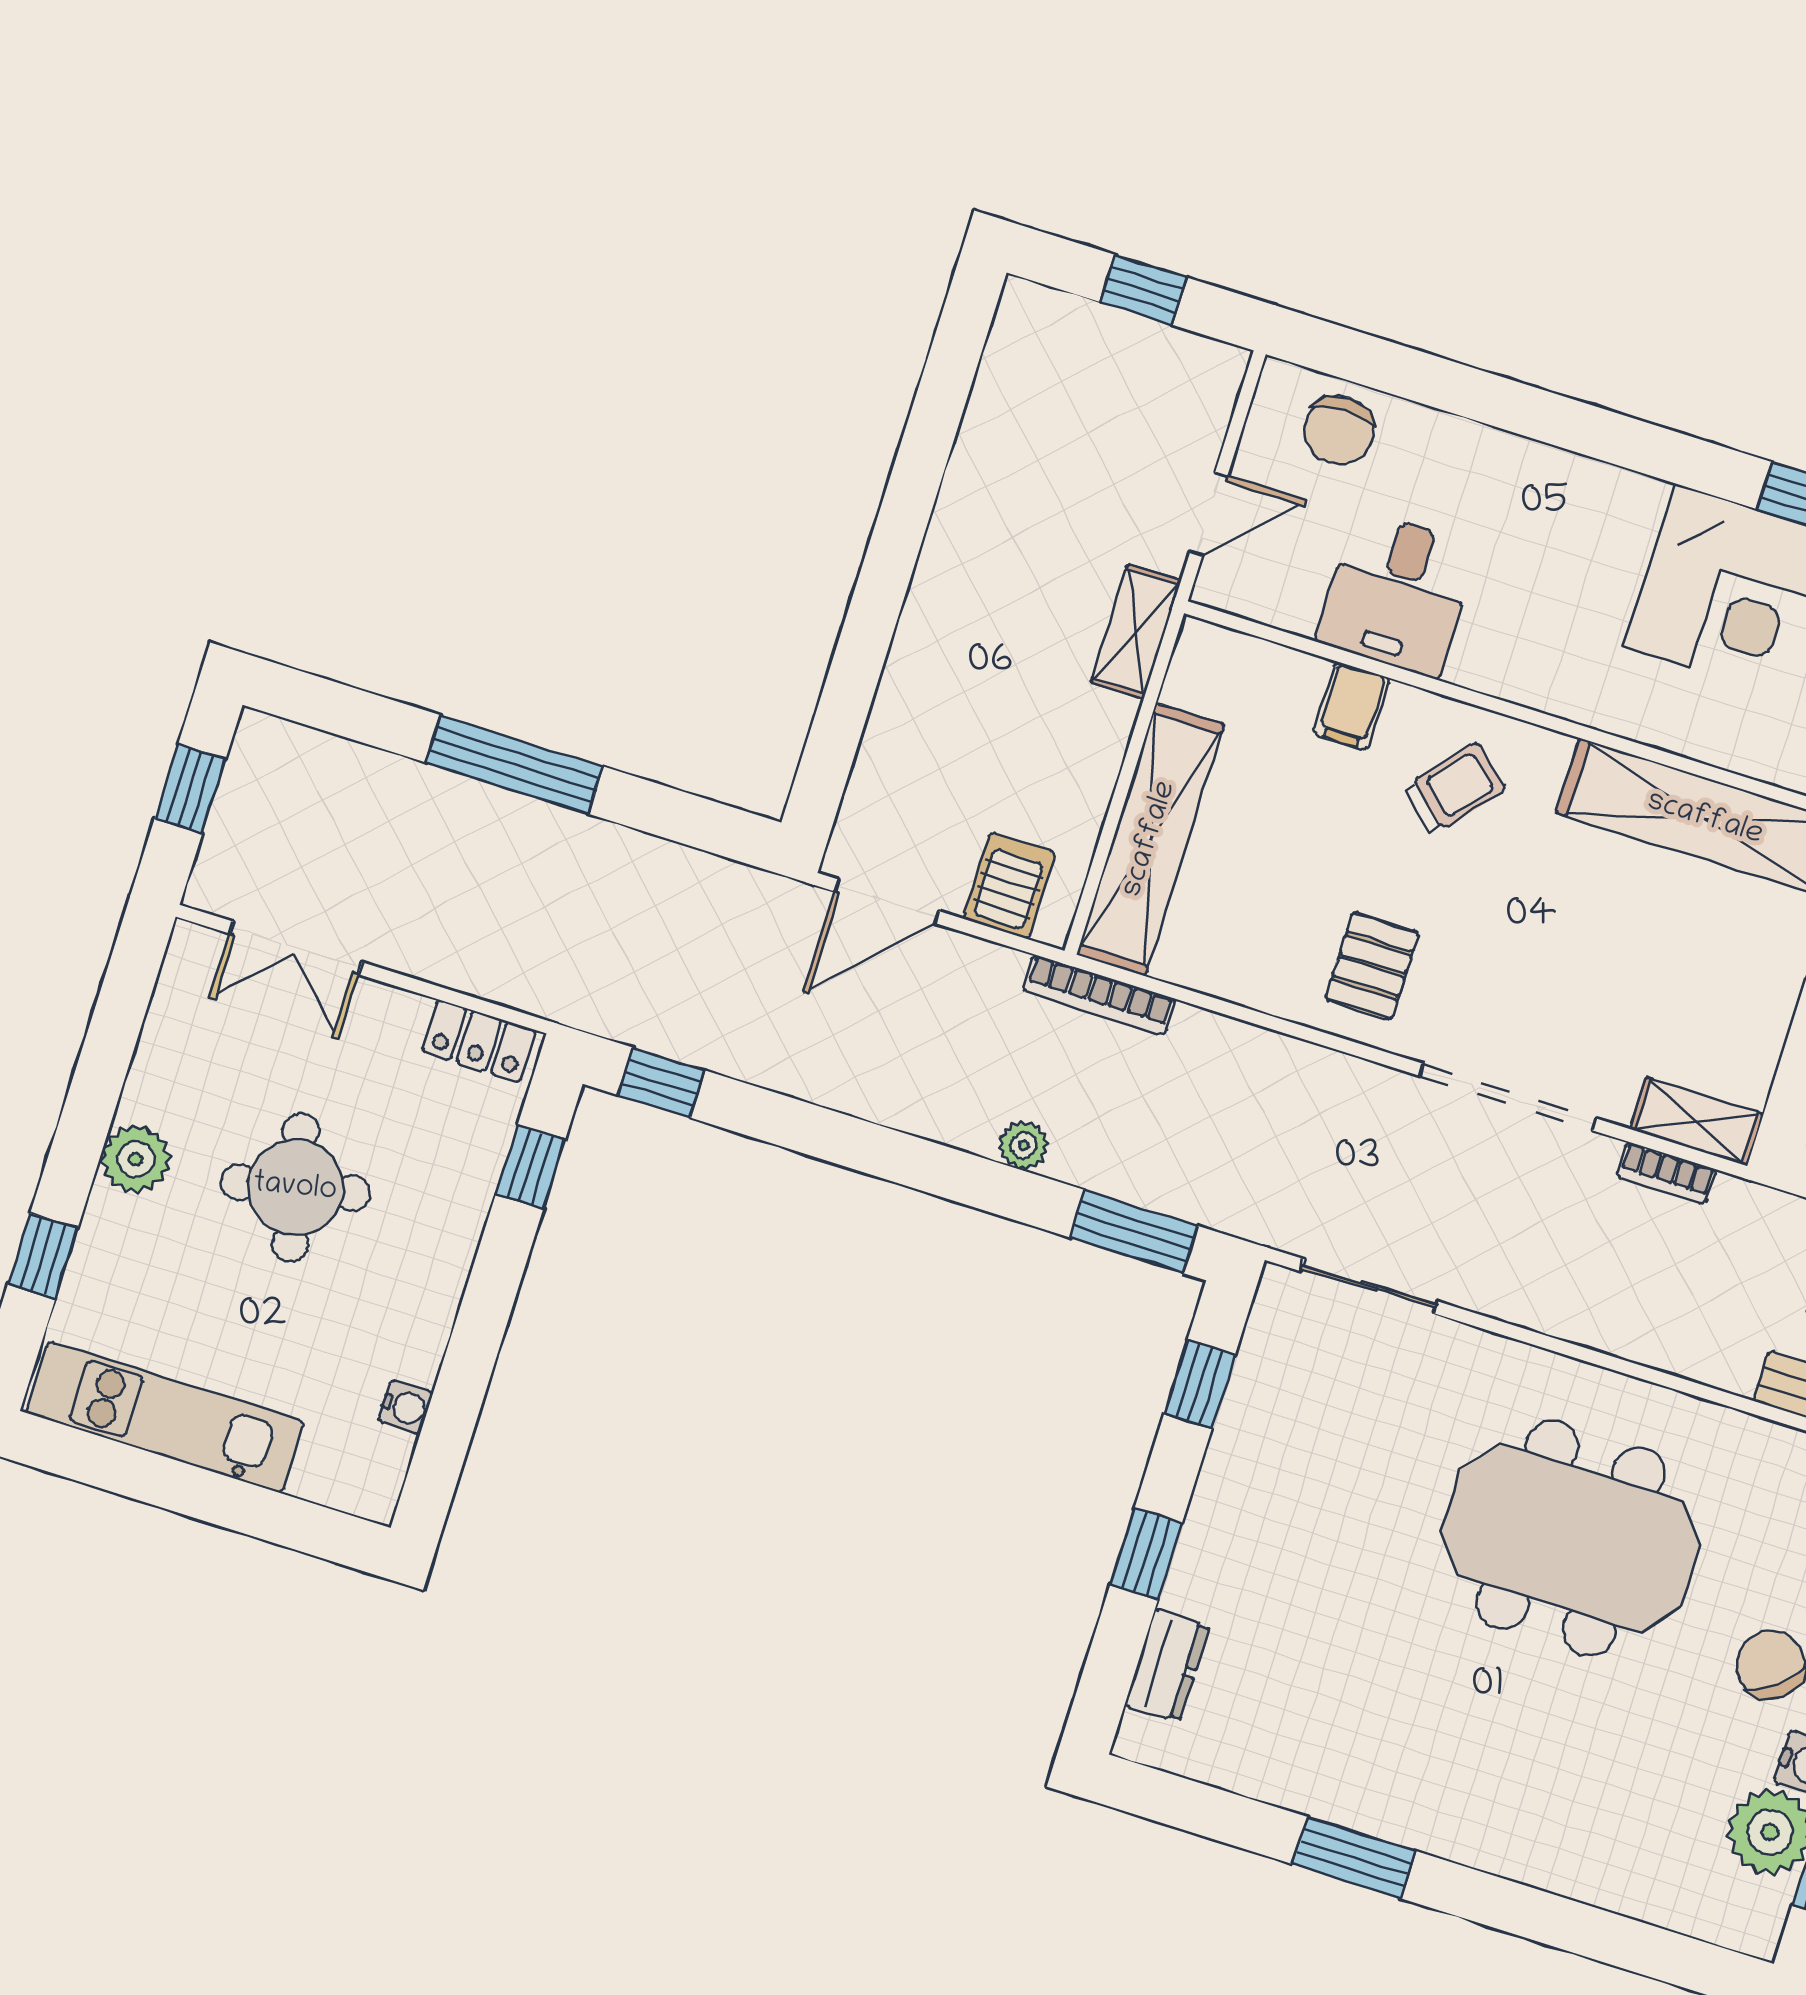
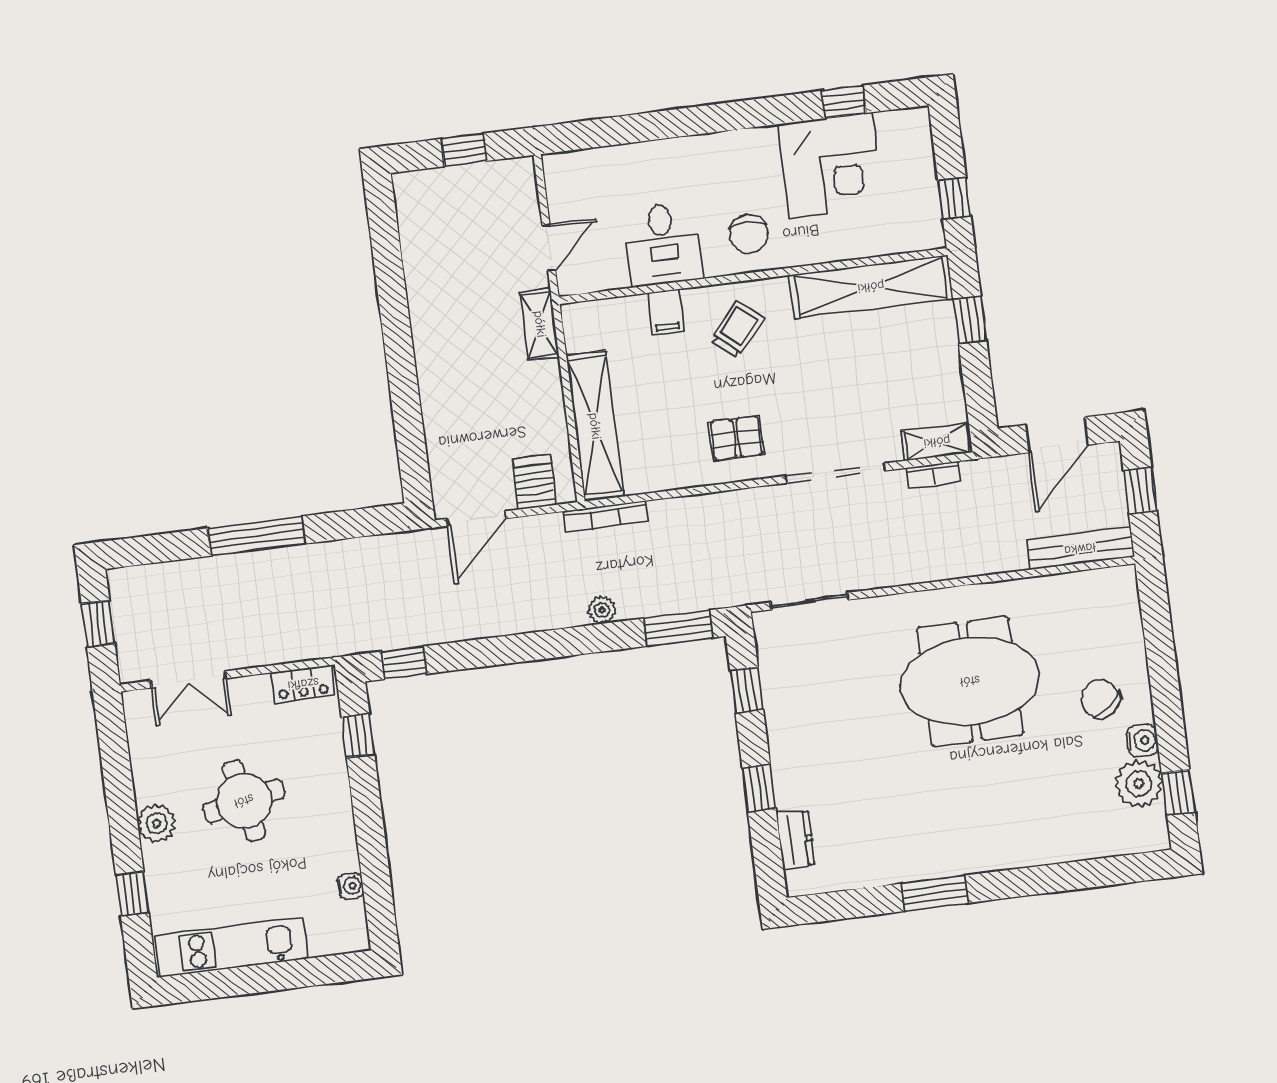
chair: (1339, 430) -> (749, 234), moved
pallet: (1372, 966) -> (736, 438), turned 90

